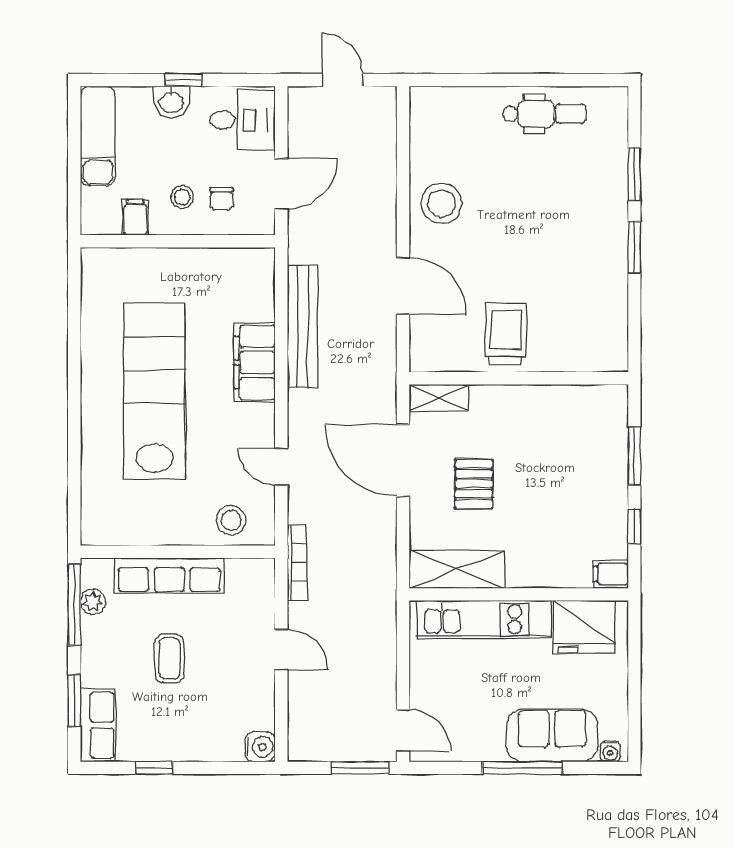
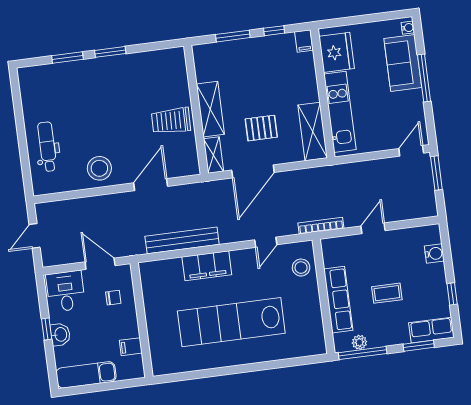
dental chair: (545, 114) -> (47, 147), moved
stool: (182, 197) -> (115, 321), removed
shelving: (517, 403) -> (210, 109), added
water cooler: (260, 747) -> (434, 254), moved, turned 90

